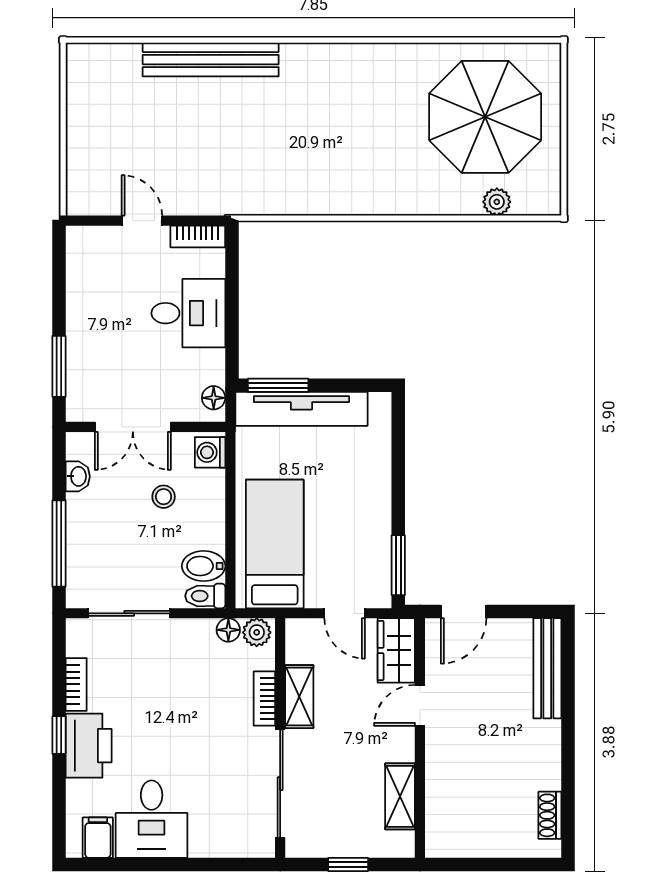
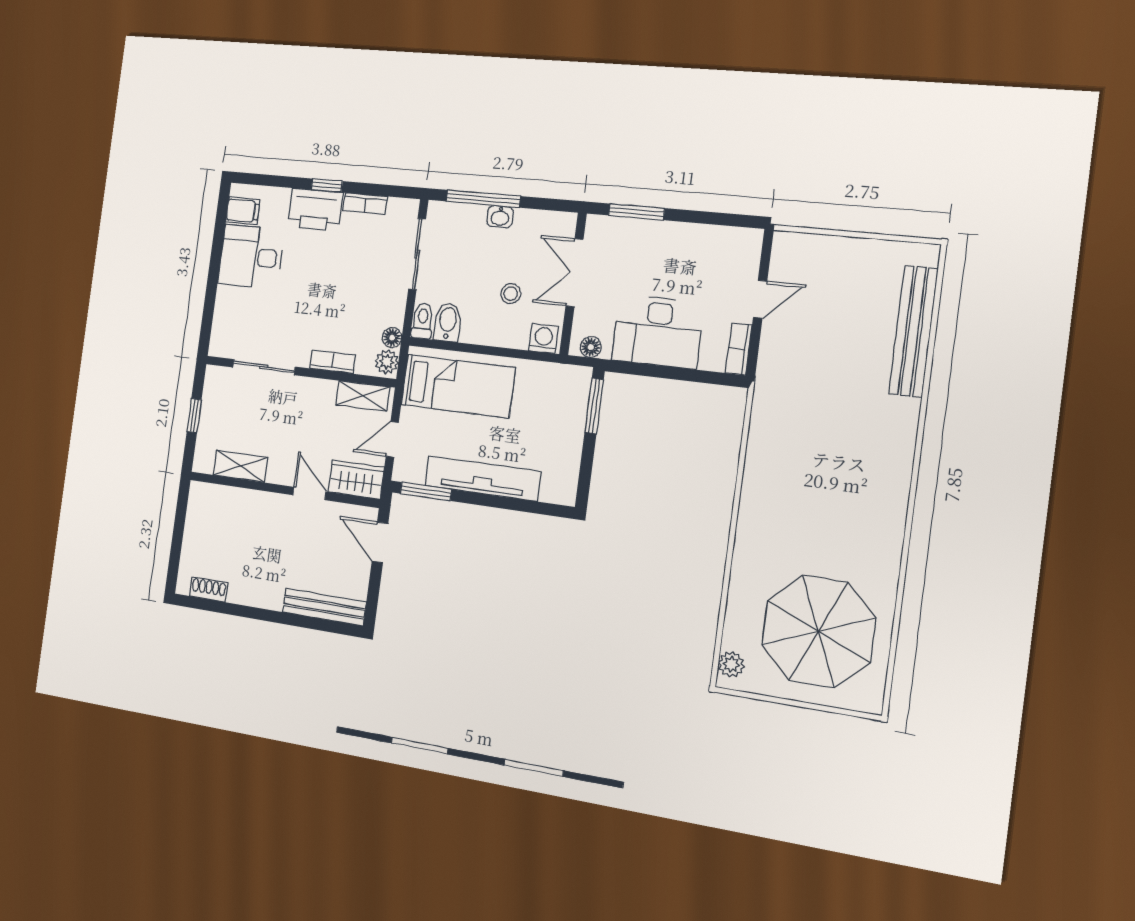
bench: (211, 60) -> (913, 331), moved
plant: (497, 202) -> (731, 664), moved
desk: (188, 313) -> (658, 332), width x1.37
tv unit: (301, 409) -> (483, 478), moved, turned 90
washbasin: (78, 476) -> (500, 217), moved
shelving: (299, 697) -> (363, 396), moved
sliding door: (280, 784) -> (264, 367), width x0.73

